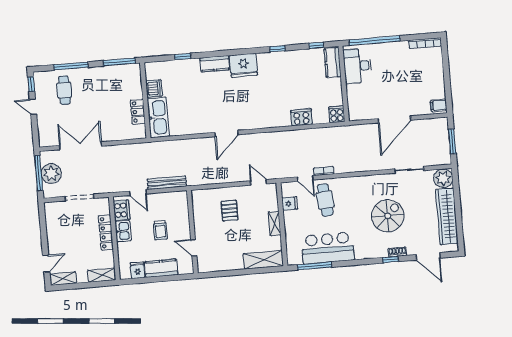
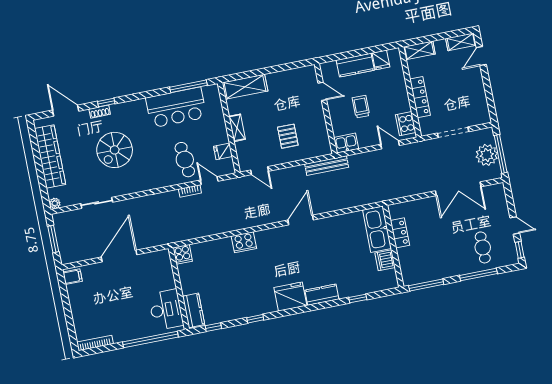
cooker: (301, 117) -> (244, 242), moved
plant: (443, 178) -> (55, 203), width x0.53, depth x0.53
bench: (167, 183) -> (327, 166), moved
kitchen sink: (123, 231) -> (346, 143), moved, turned 90

